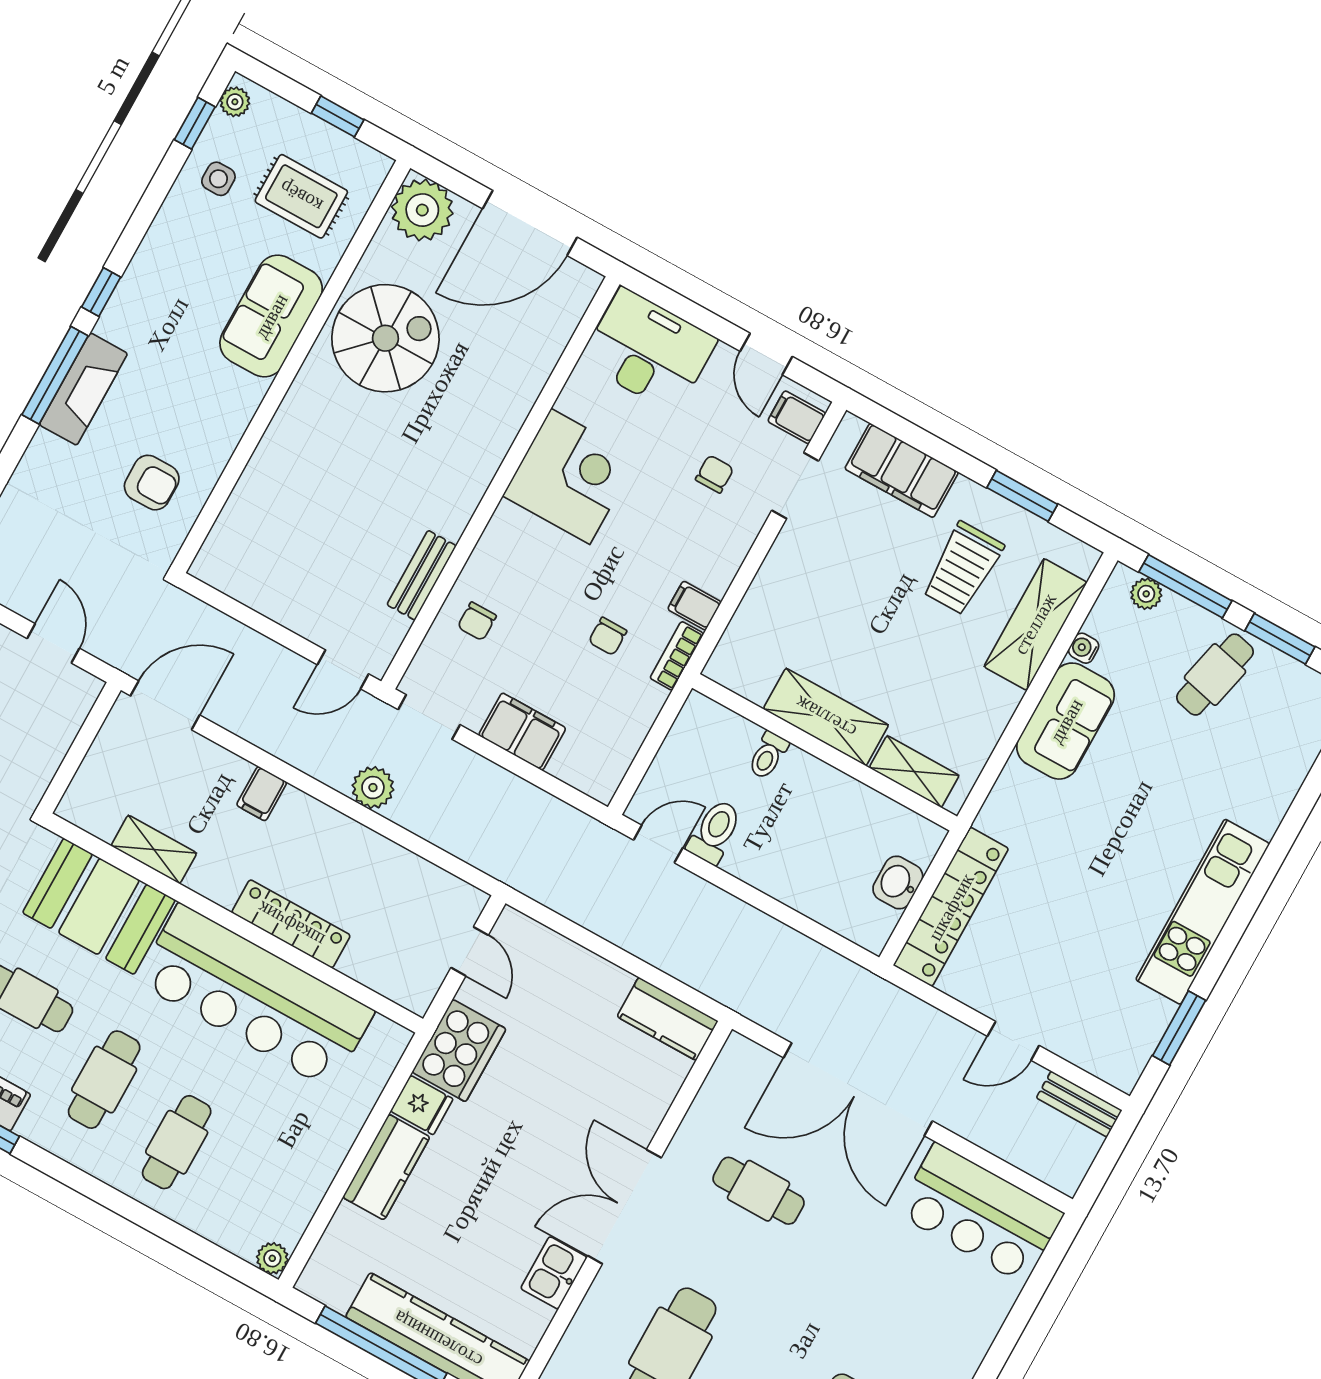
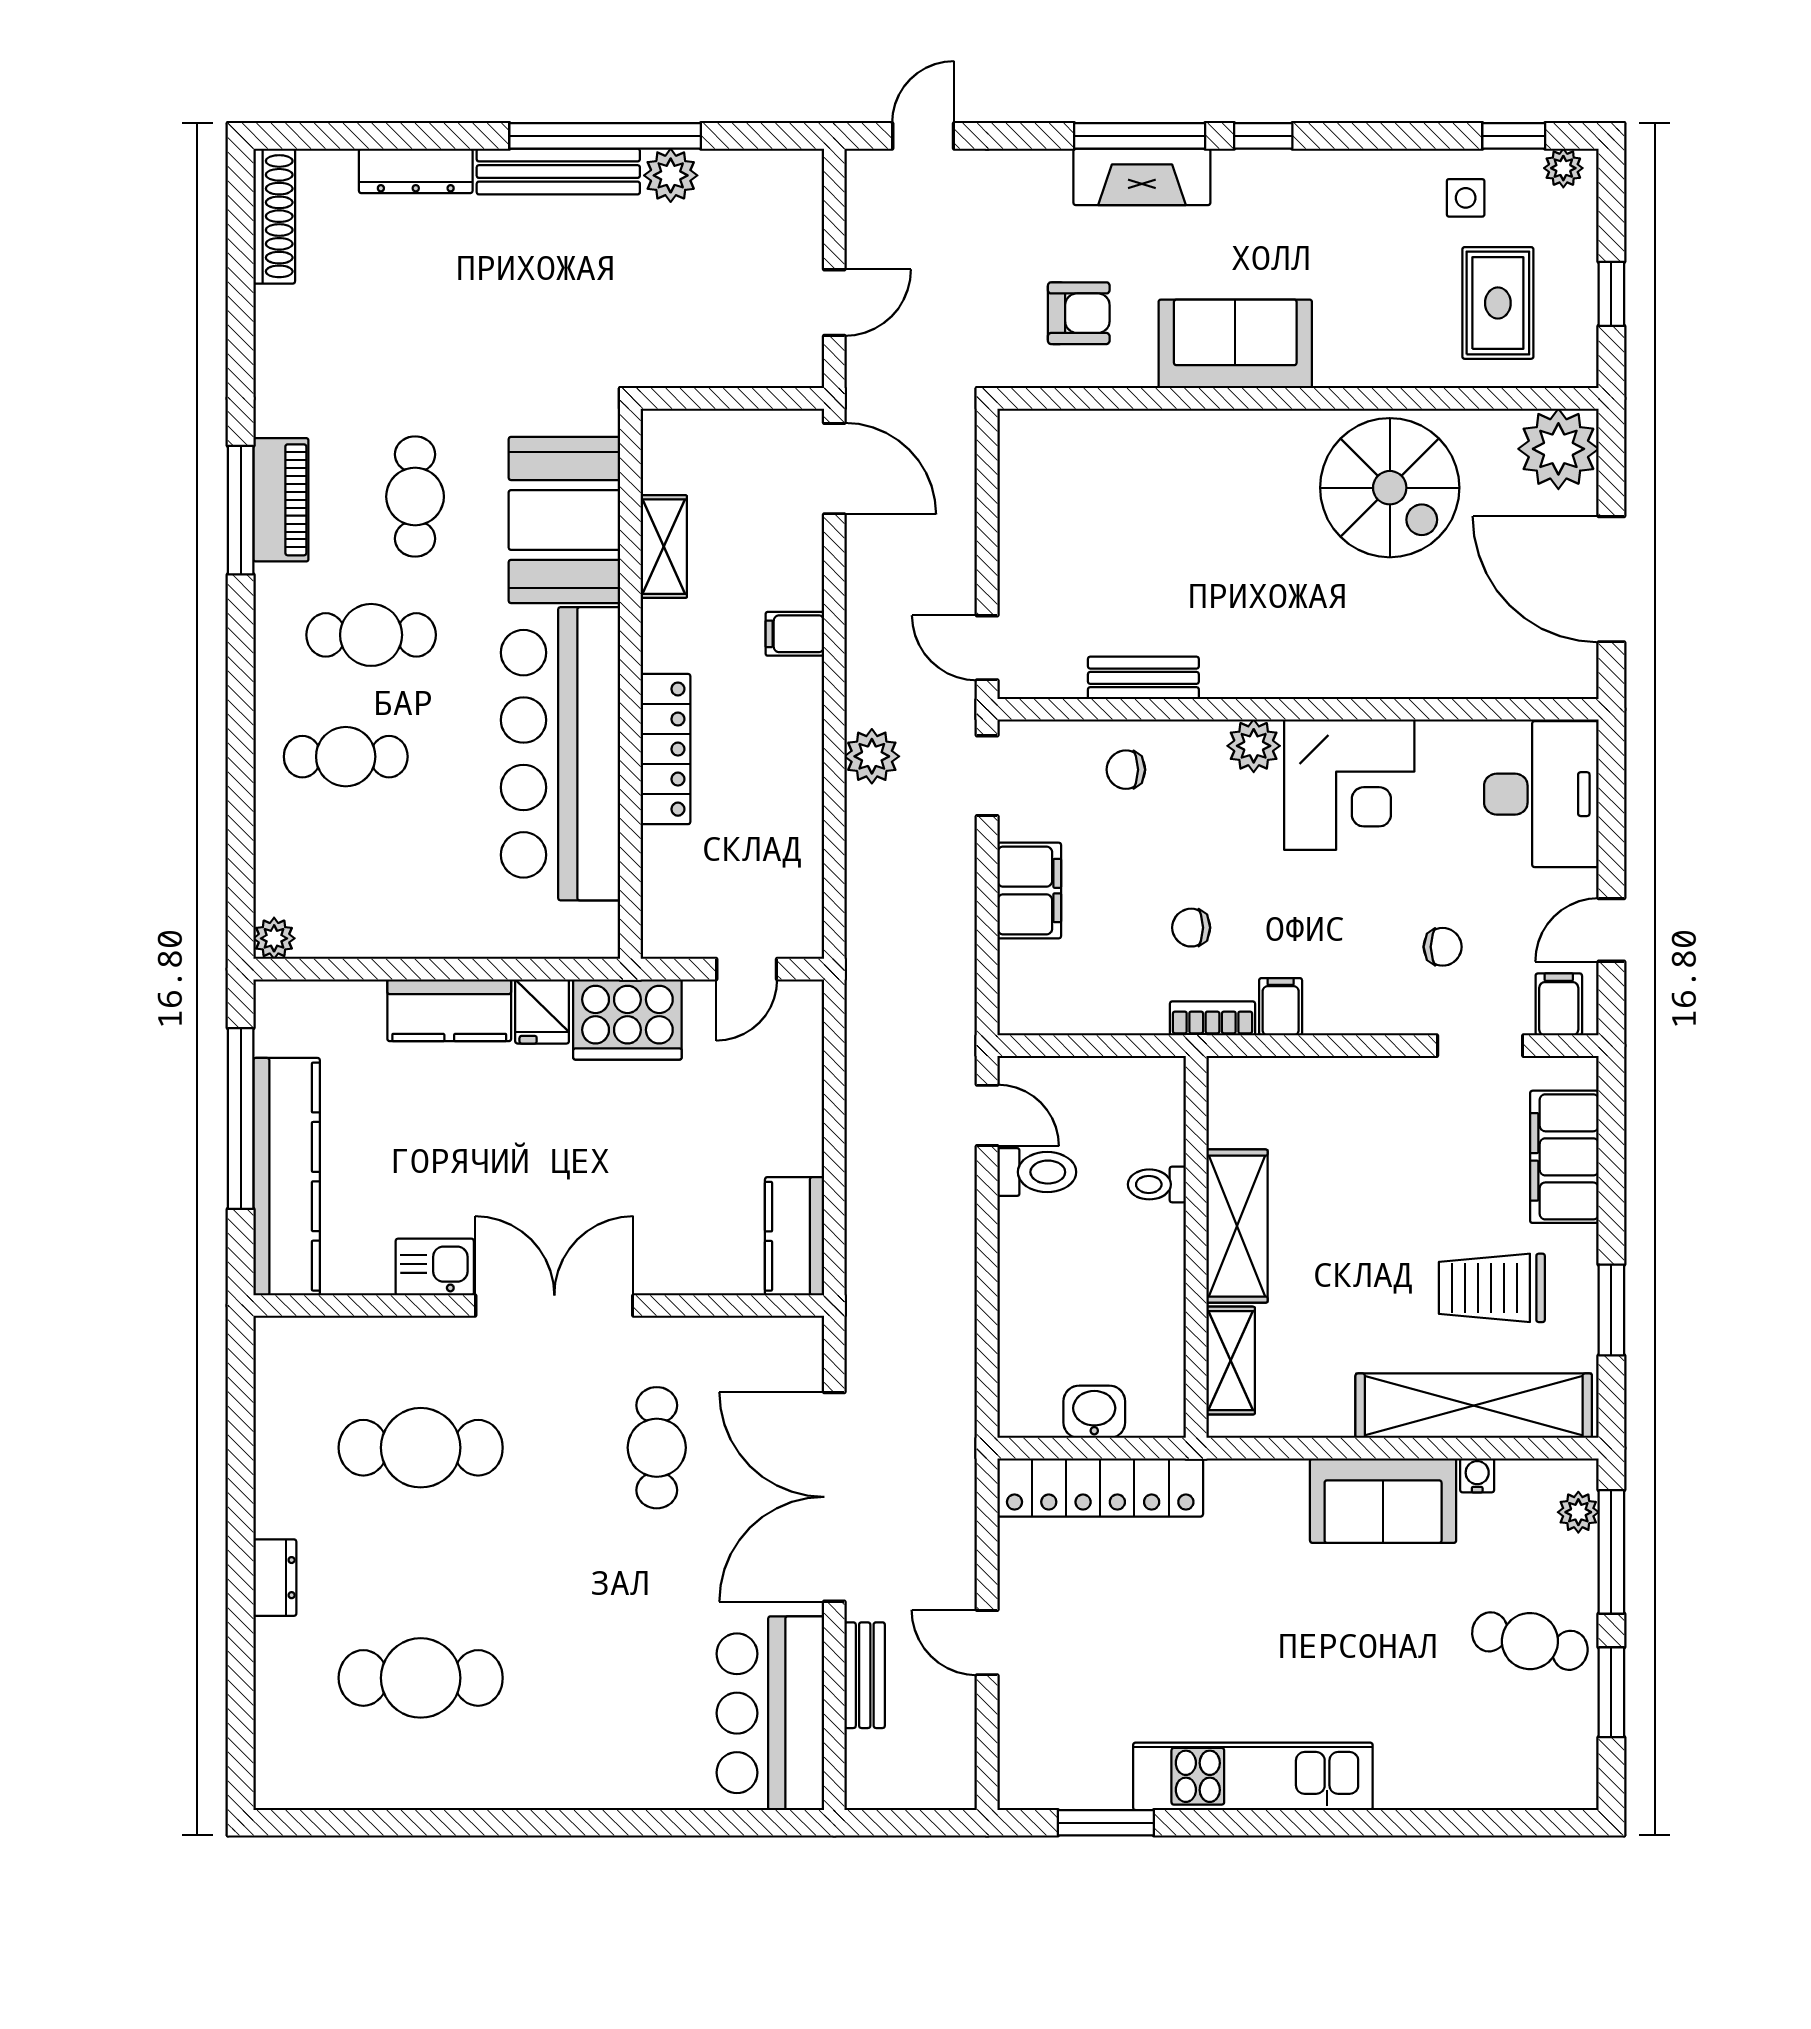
sofa: (271, 316) -> (1235, 344), moved
armchair: (152, 483) -> (1079, 313), turned -90
plant: (509, 526) -> (1254, 746), added
shelving: (1035, 624) -> (1474, 1406), width x1.47
bench: (1079, 1104) -> (865, 1675), moved

